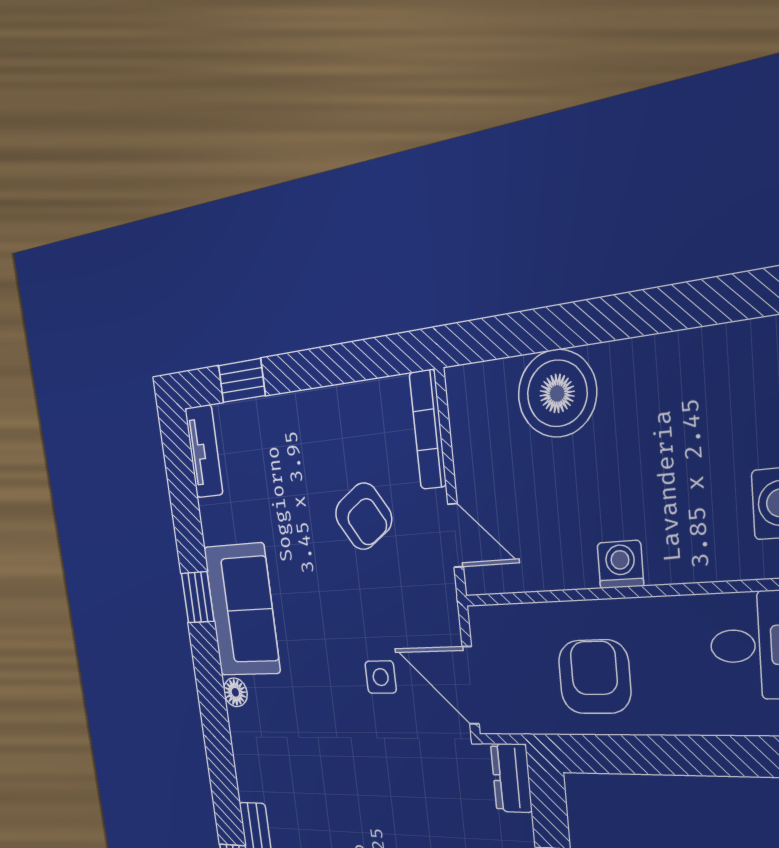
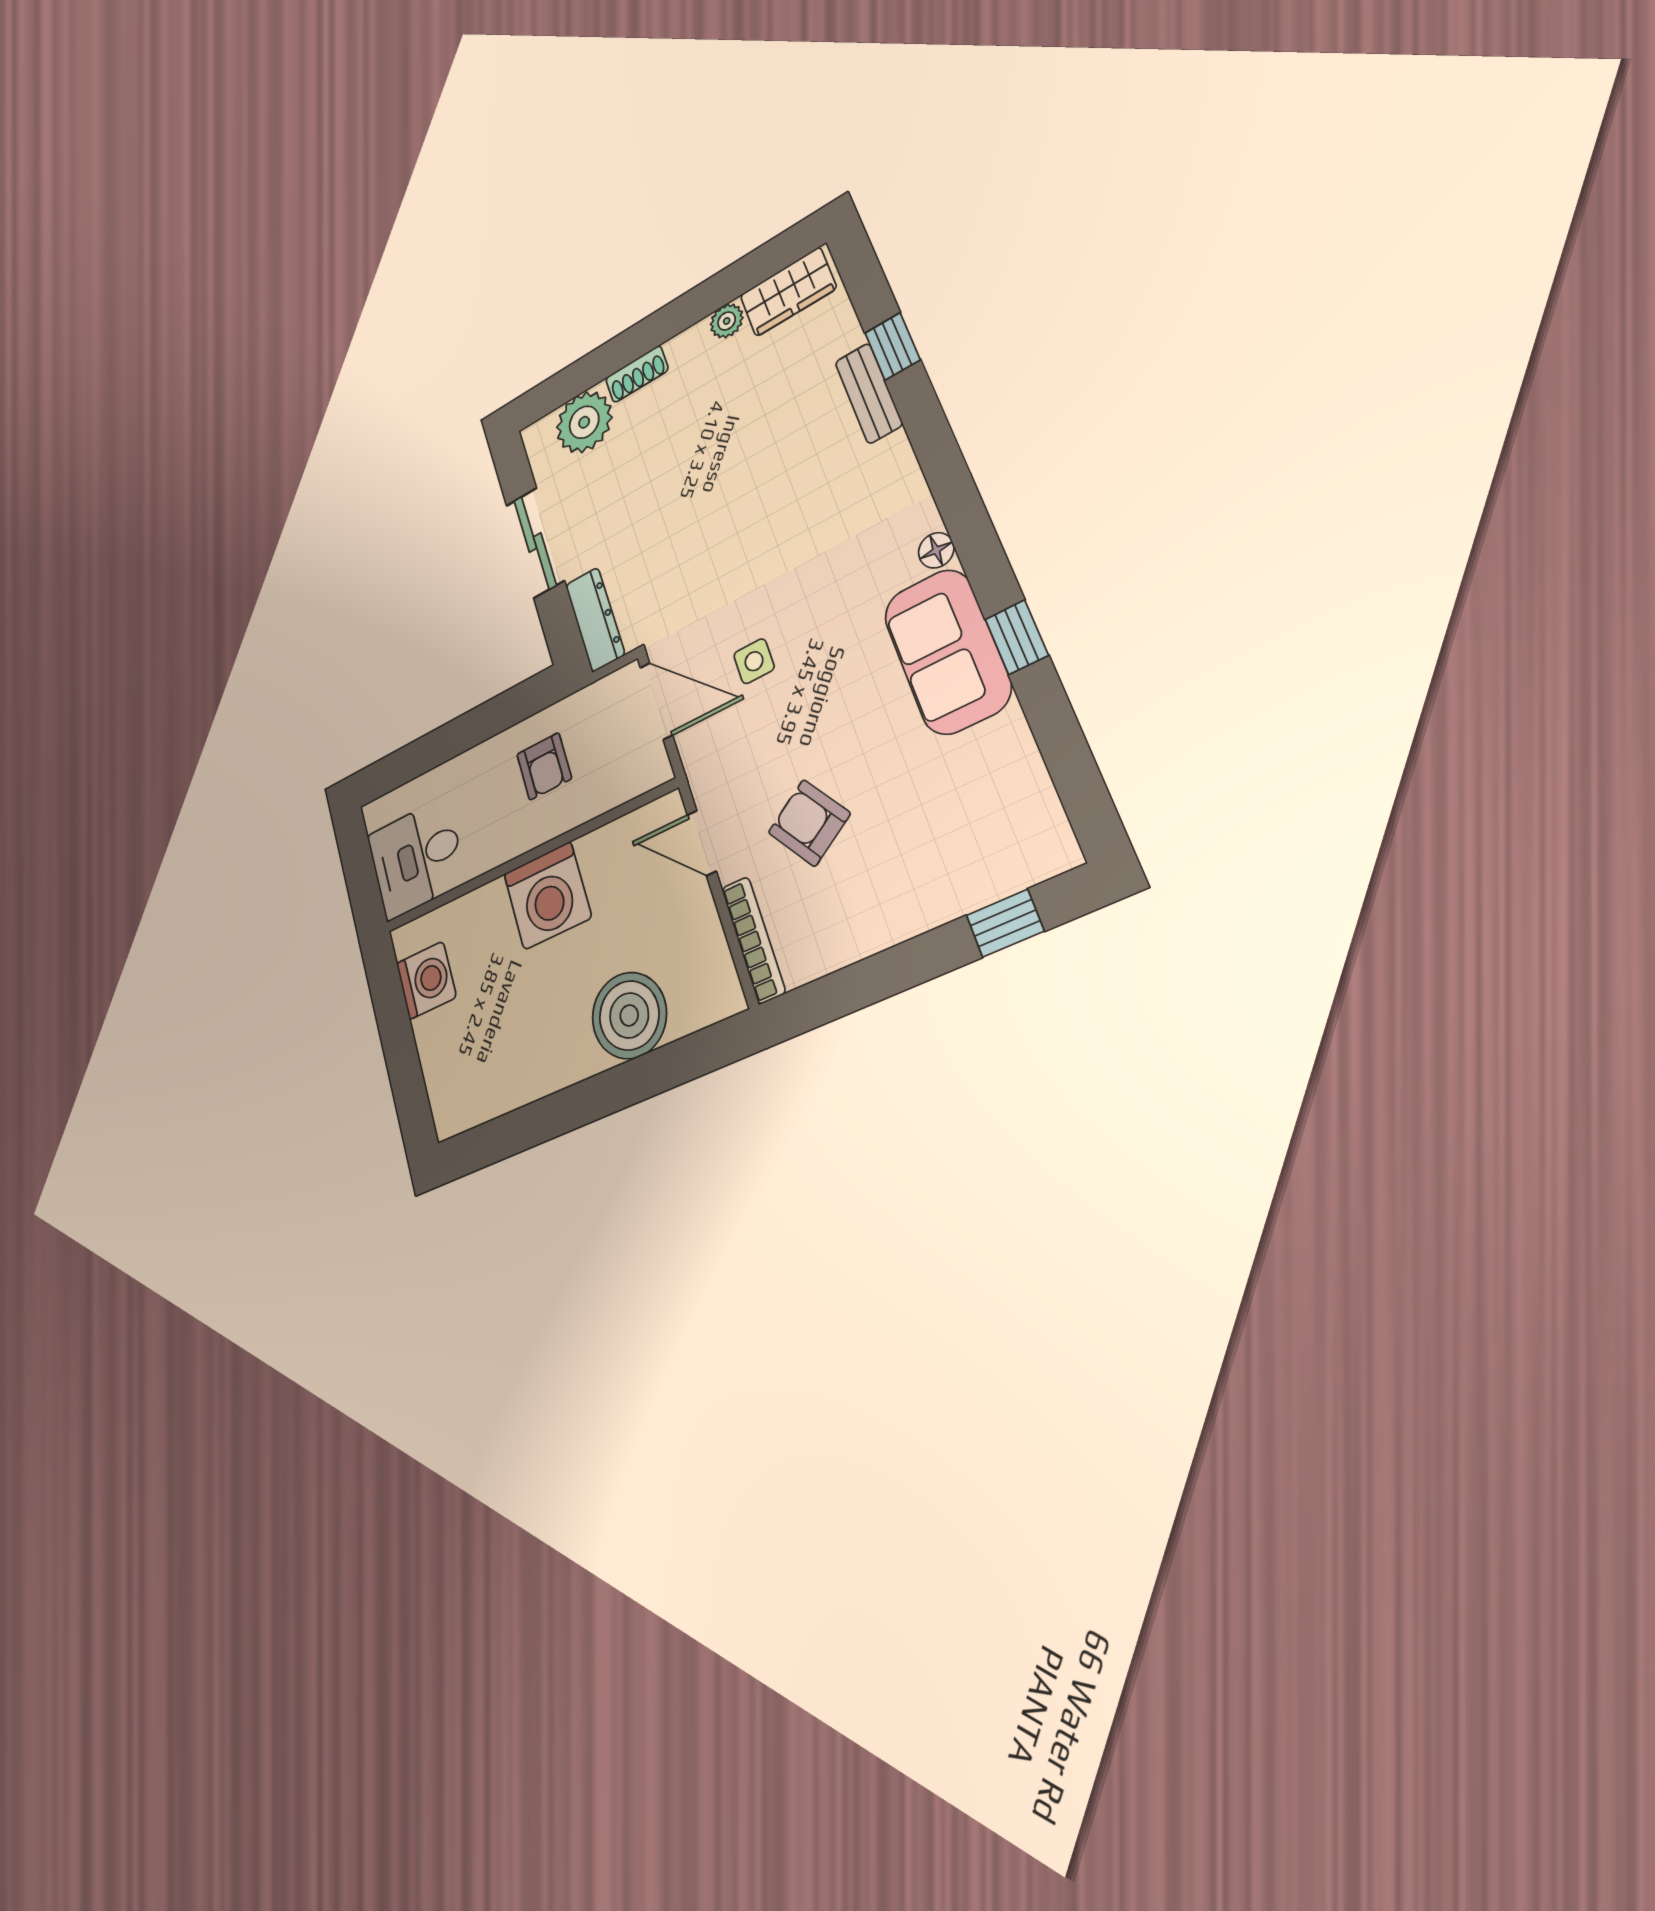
tv unit: (204, 451) -> (1045, 819), removed
washing machine: (620, 564) -> (547, 896), width x1.89, depth x1.89
armchair: (595, 677) -> (544, 766), width x0.72, depth x0.72
dresser: (511, 778) -> (595, 619), width x1.44

